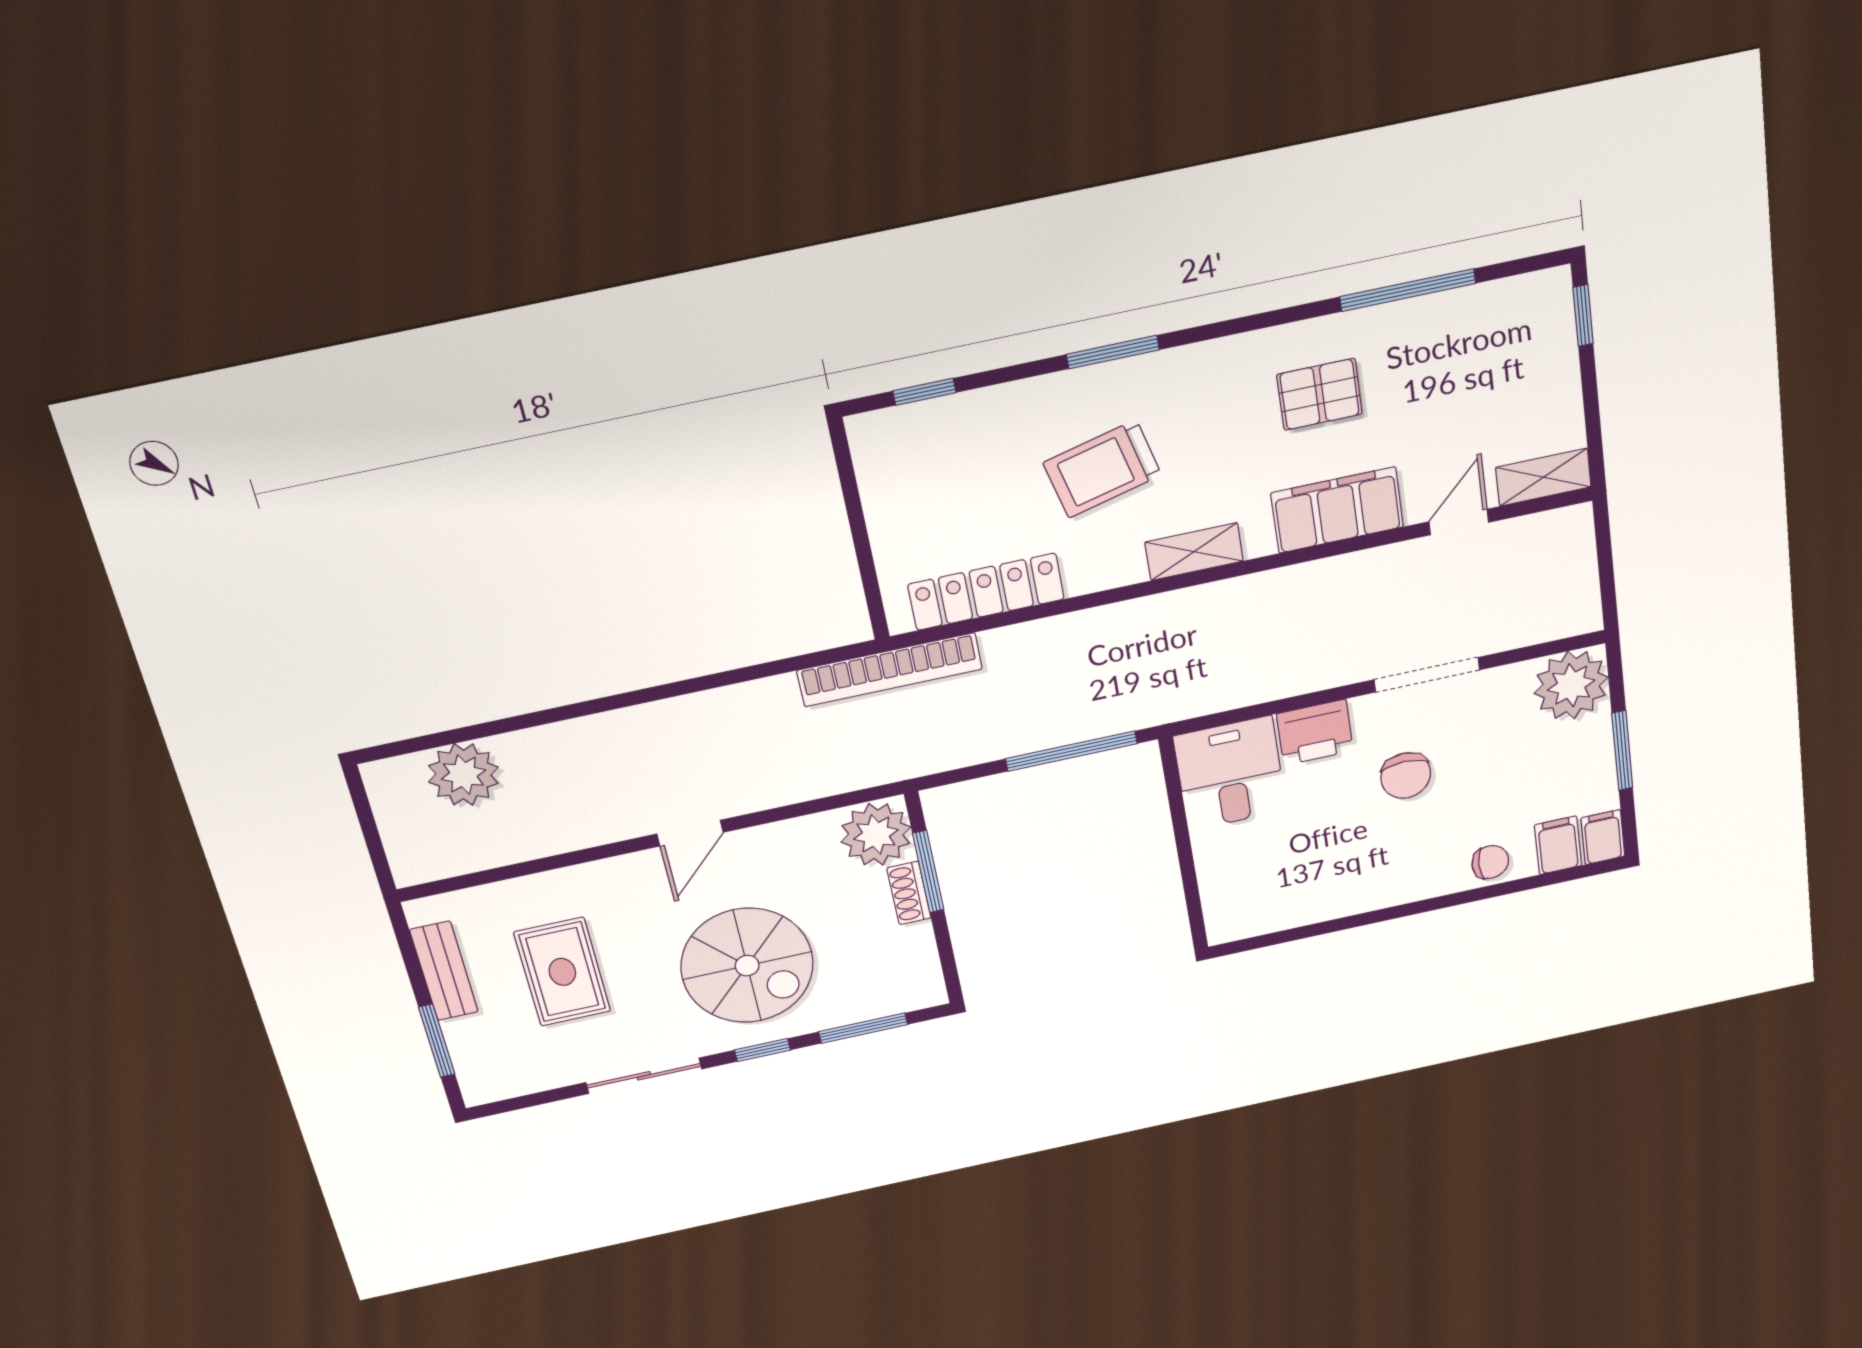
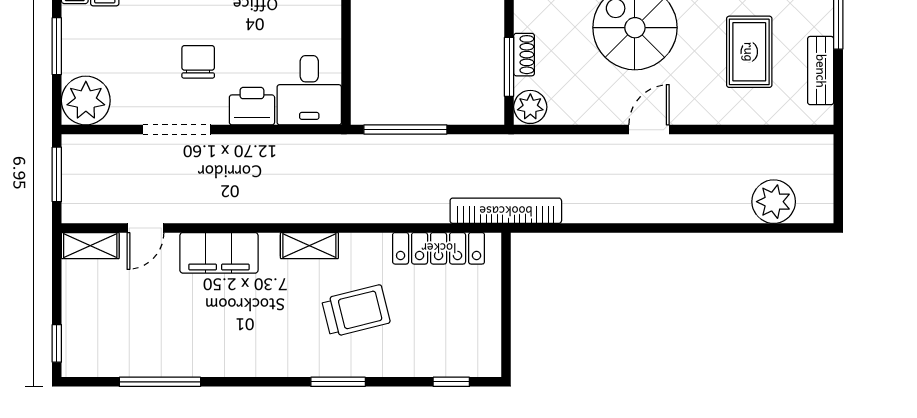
pallet: (1320, 394) -> (220, 329), removed
window: (1606, 571) -> (57, 174), added
plant: (876, 834) -> (530, 107), width x0.73, depth x0.73

